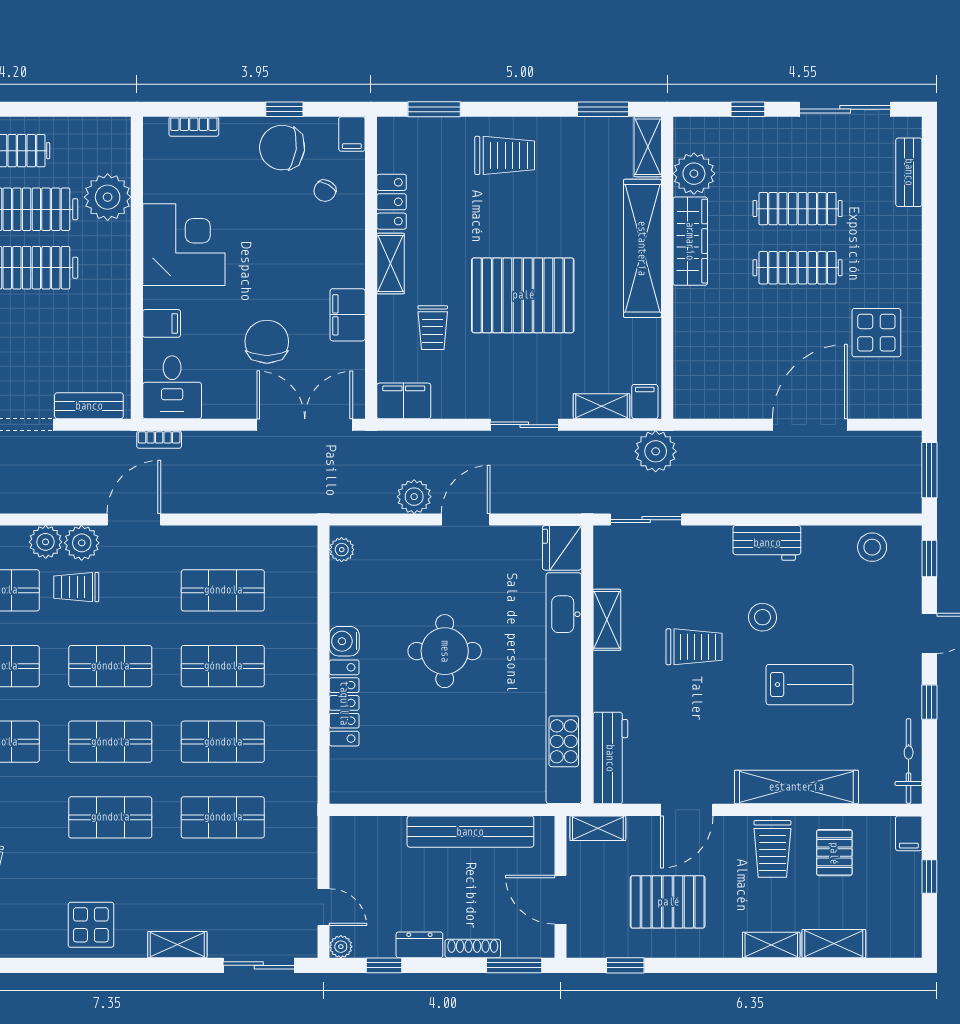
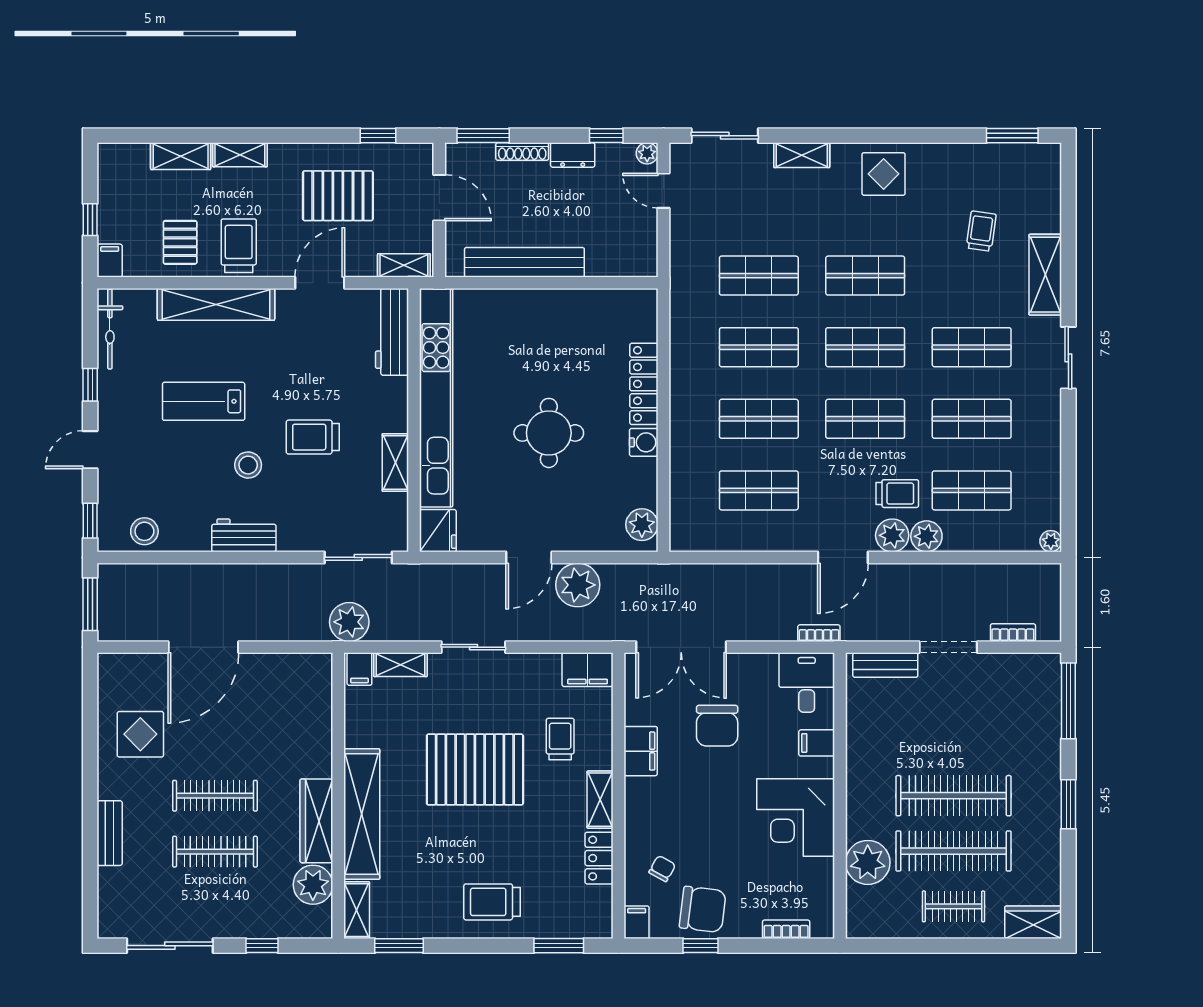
bench: (909, 172) -> (110, 833), moved
plant: (414, 497) -> (578, 585), width x1.36, depth x1.36
plant: (342, 550) -> (642, 525), width x1.38, depth x1.38

